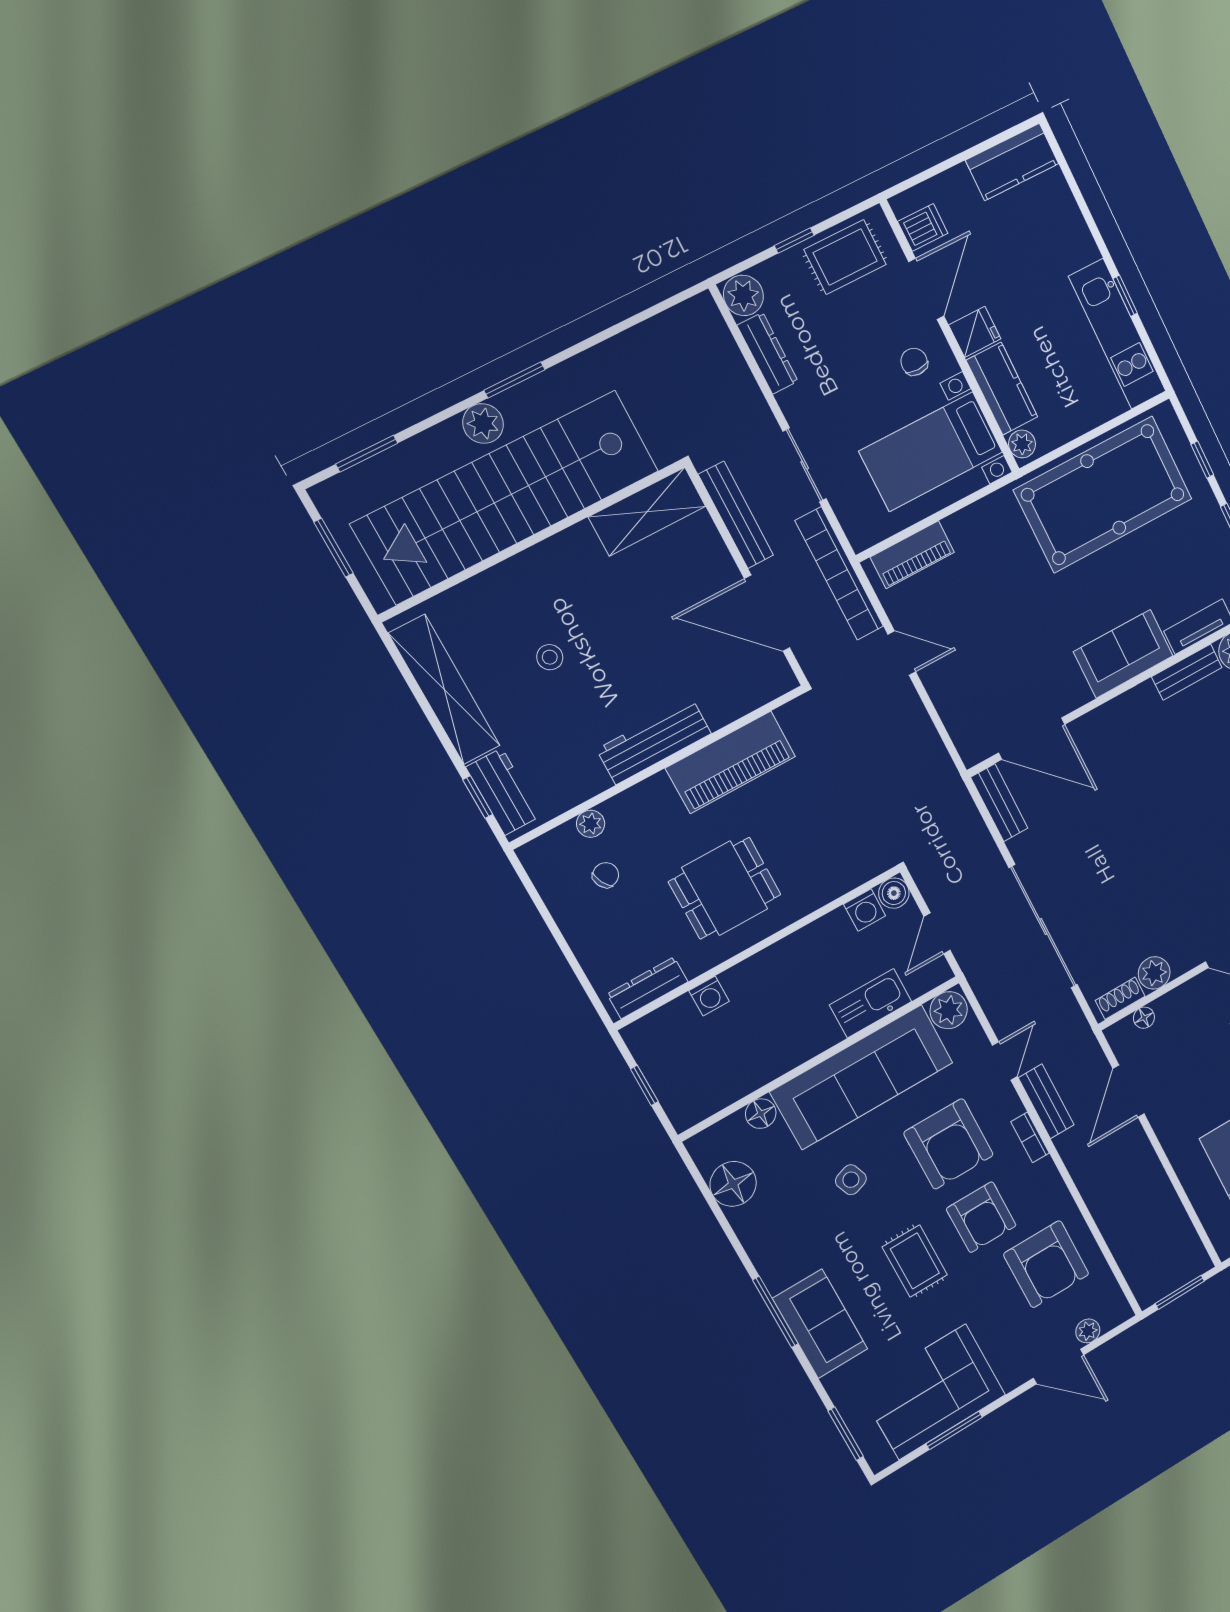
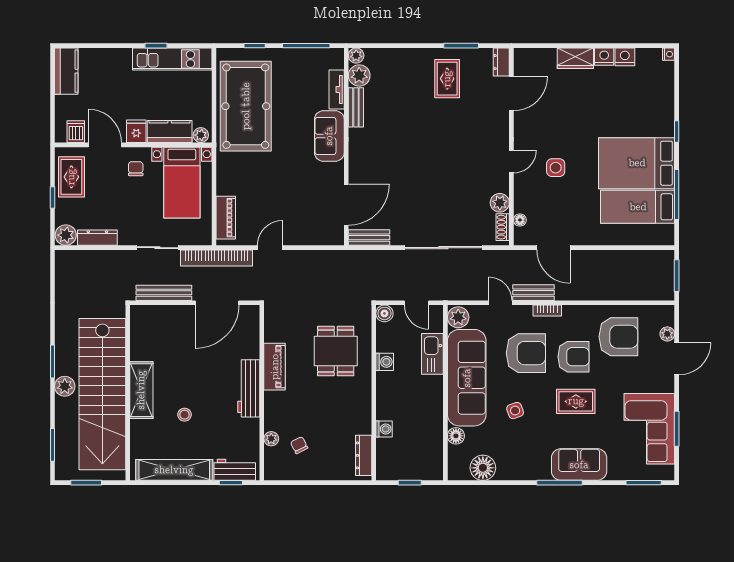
chair: (914, 362) -> (136, 169), turned 90
shelving: (647, 512) -> (141, 390), moved
piano: (731, 762) -> (275, 367), width x0.73, depth x0.75
dining table: (725, 888) -> (336, 351), moved
washing machine: (865, 910) -> (385, 362), moved

